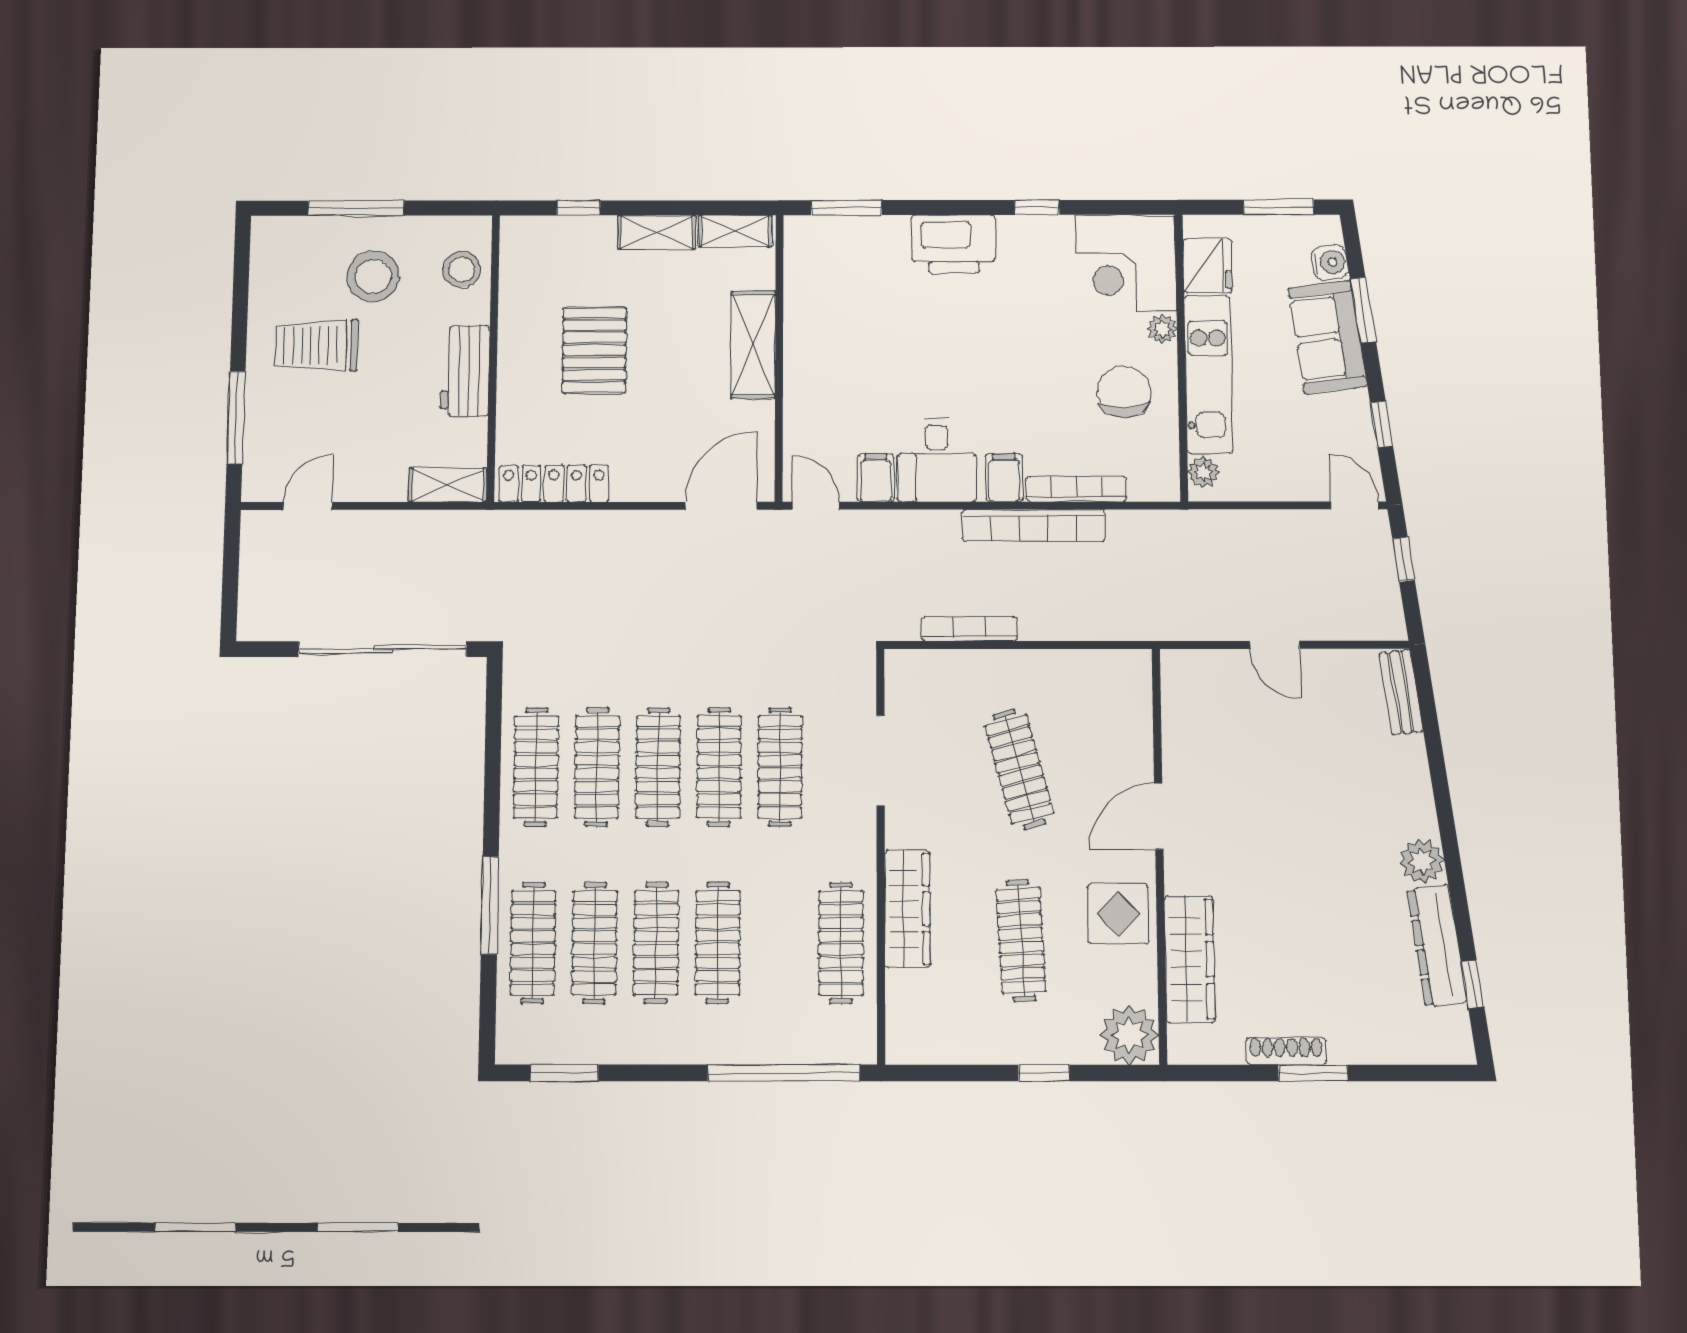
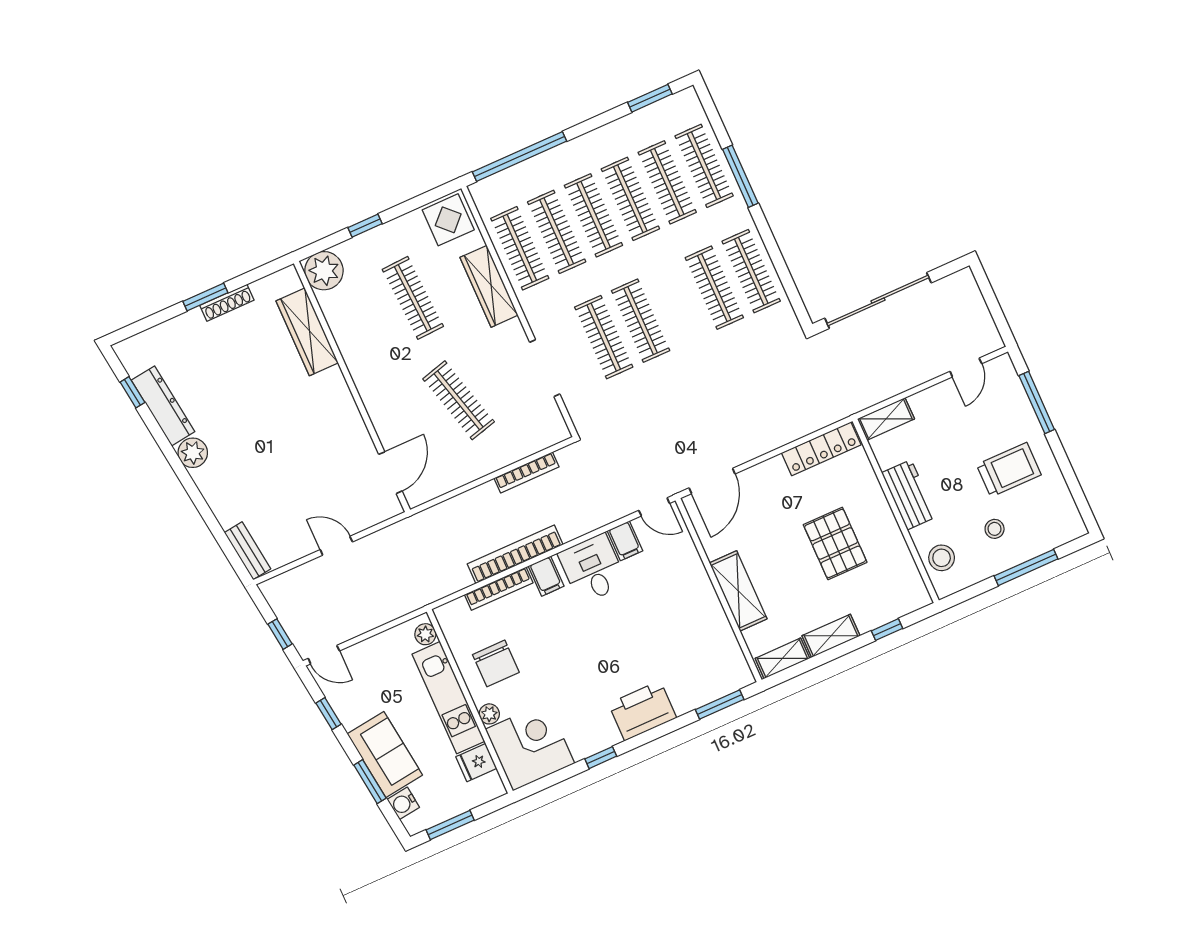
fridge: (1208, 266) -> (476, 763), width x0.72
stool: (373, 276) -> (995, 529), width x0.53, depth x0.53
clothes rail: (658, 767) -> (557, 232), moved
door: (1159, 816) -> (390, 473), moved
display table: (1118, 914) -> (448, 220), moved

